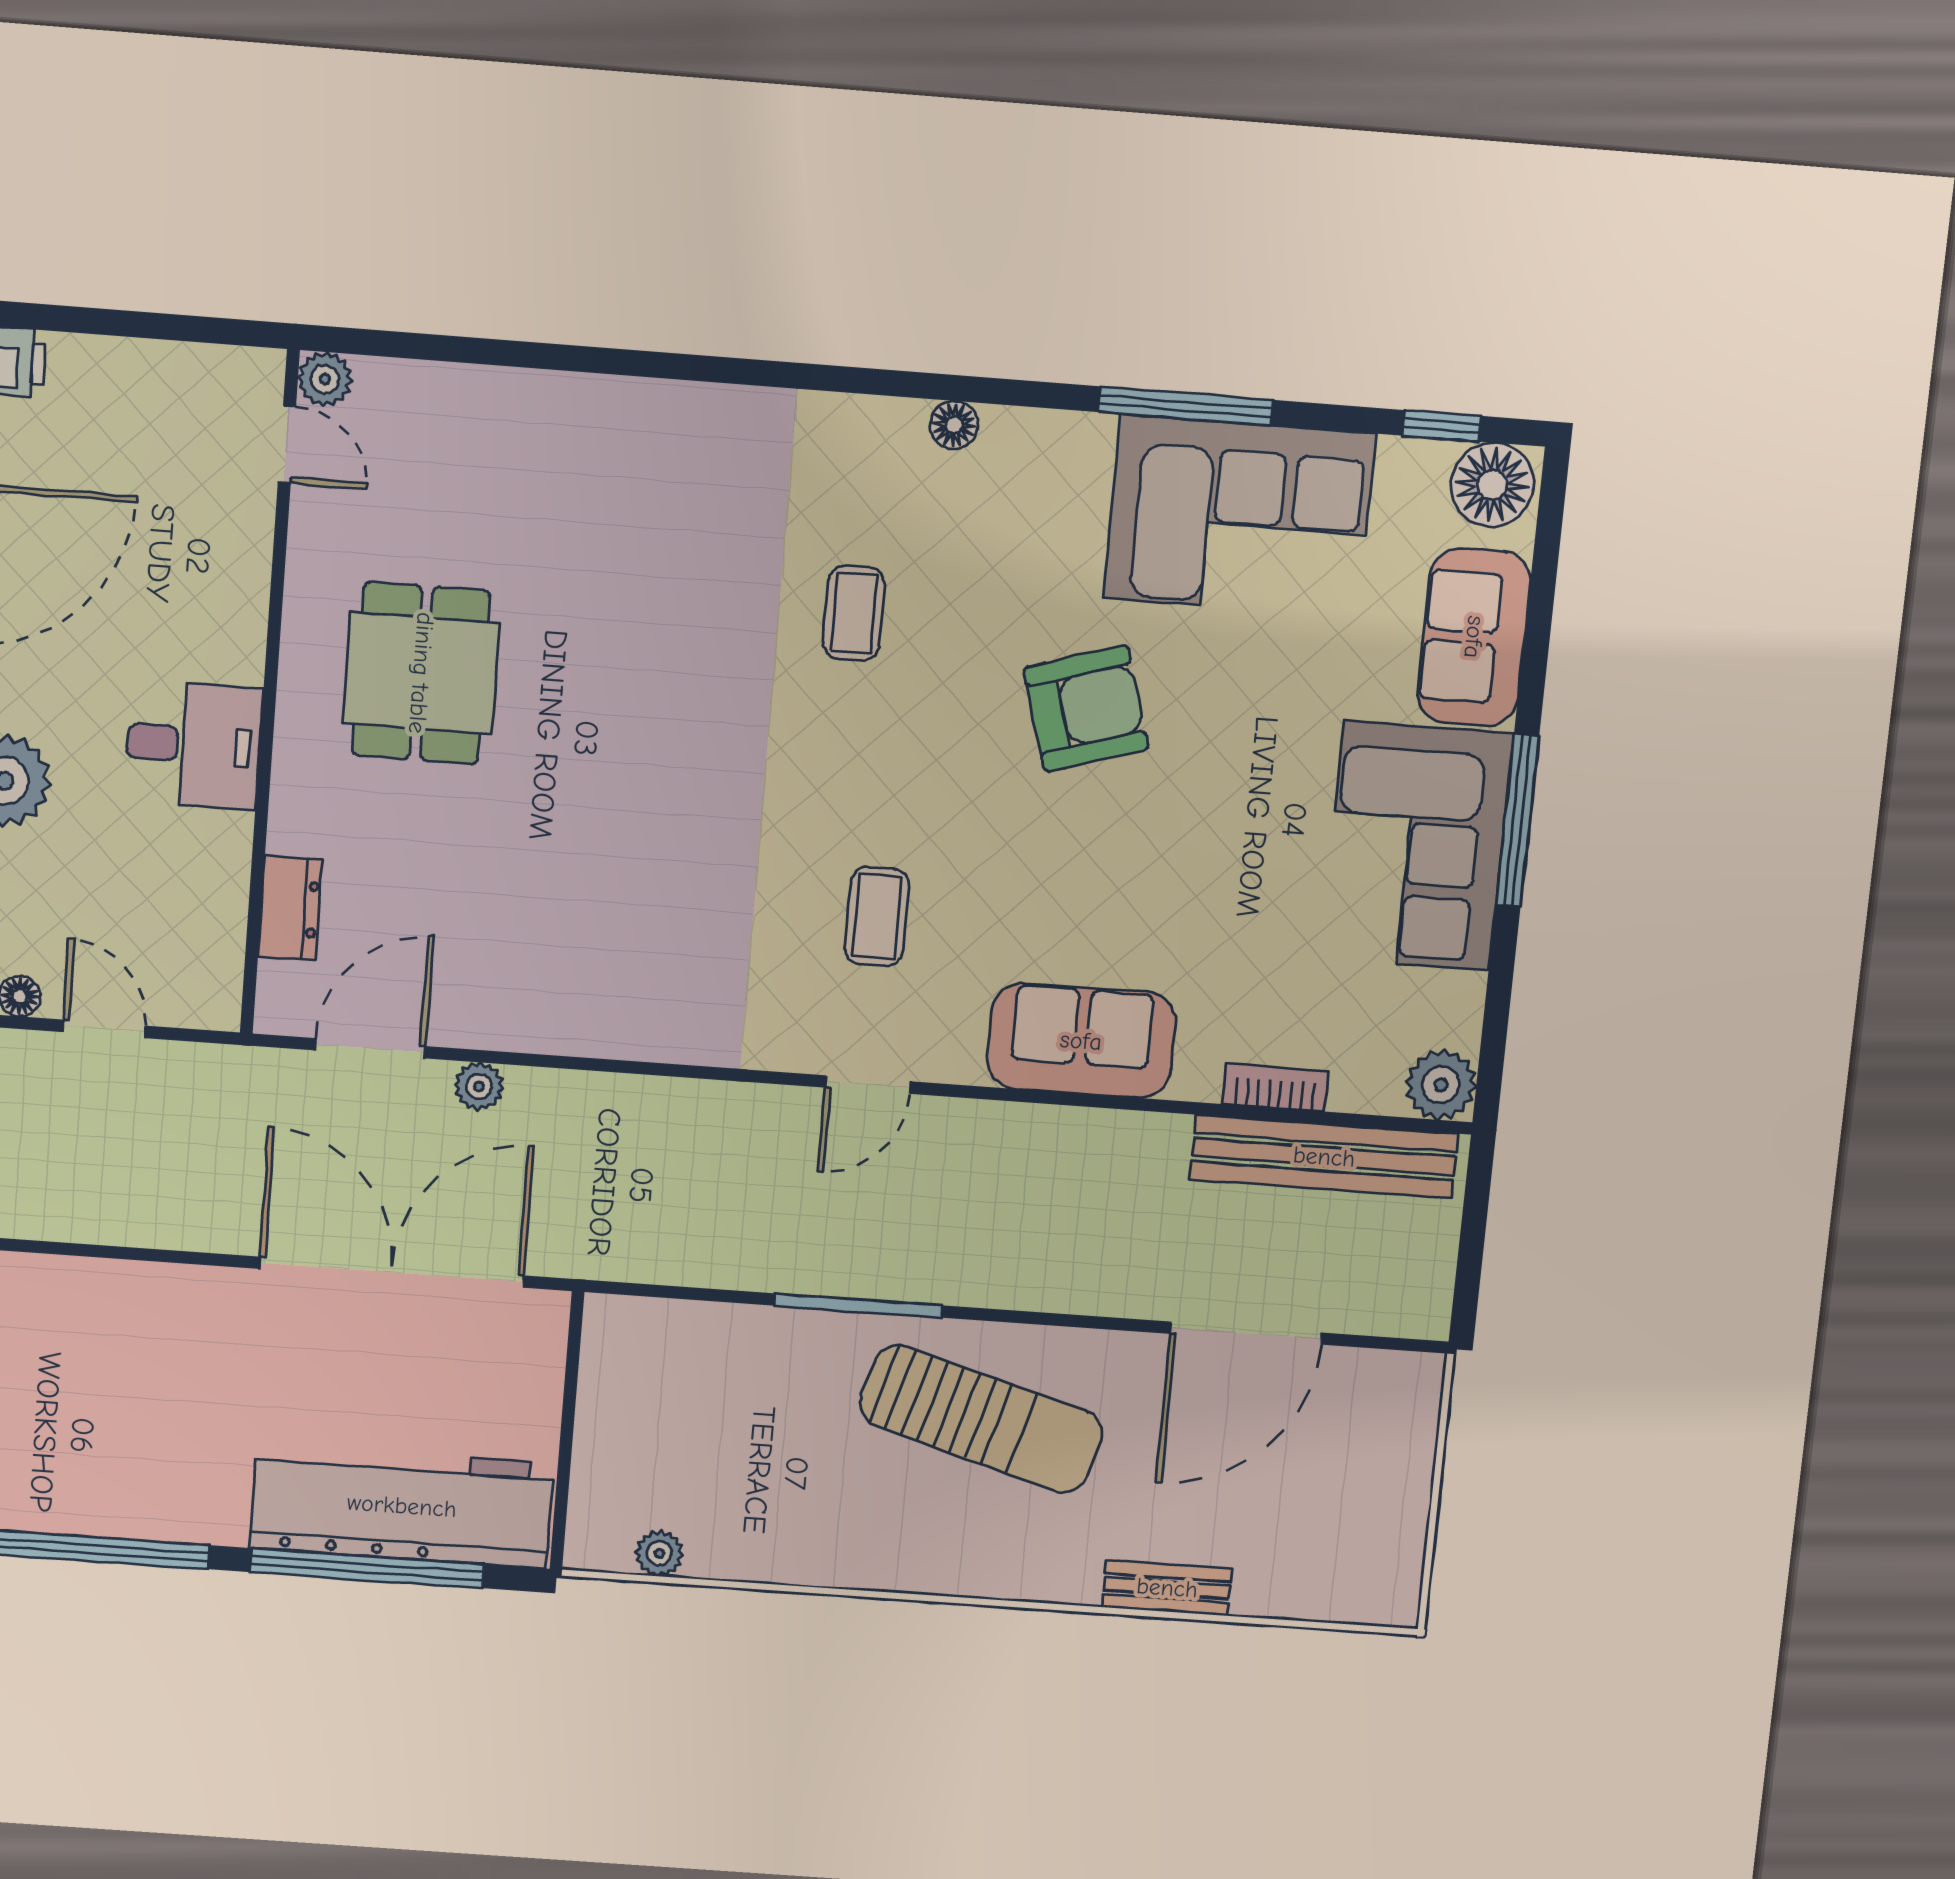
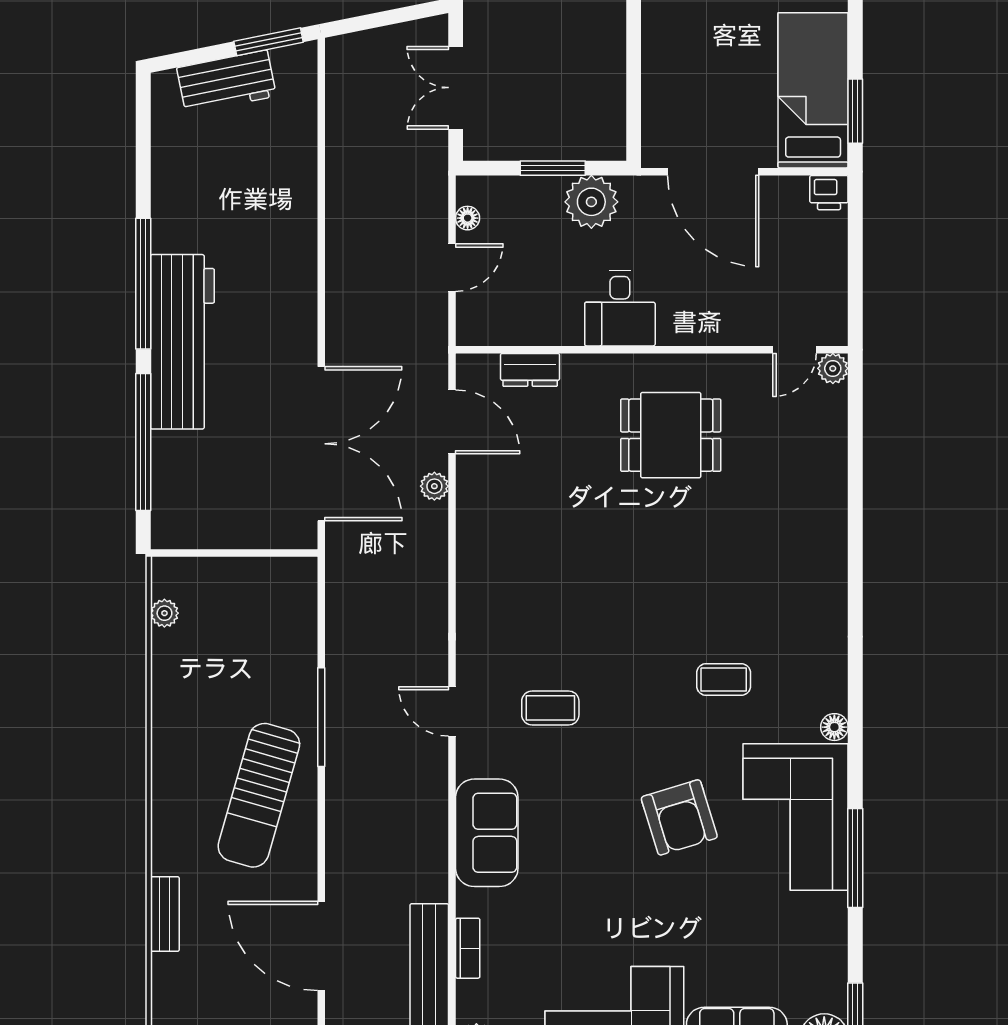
corner sofa: (1239, 516) -> (796, 817), moved
workbench: (402, 1506) -> (182, 342), moved

